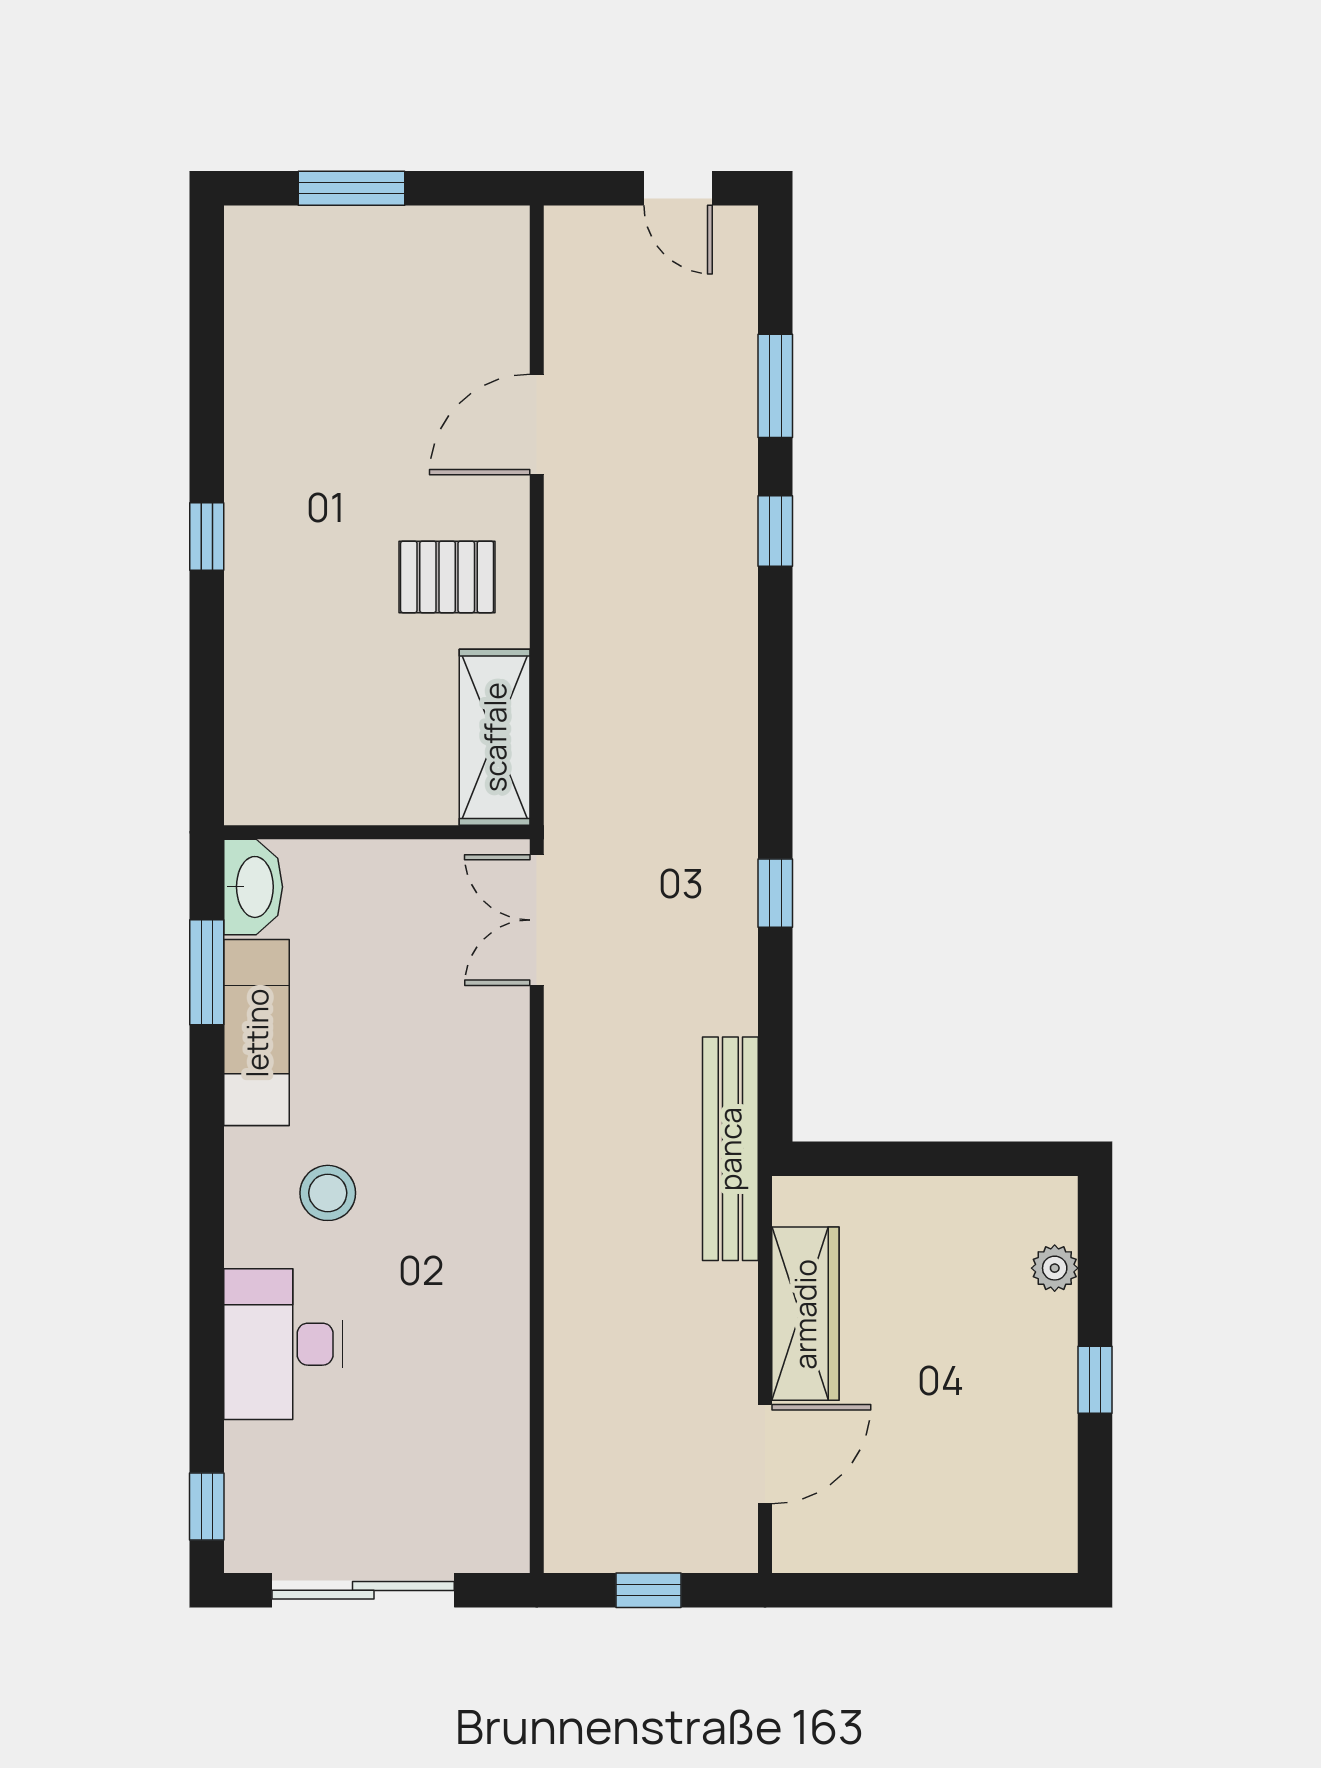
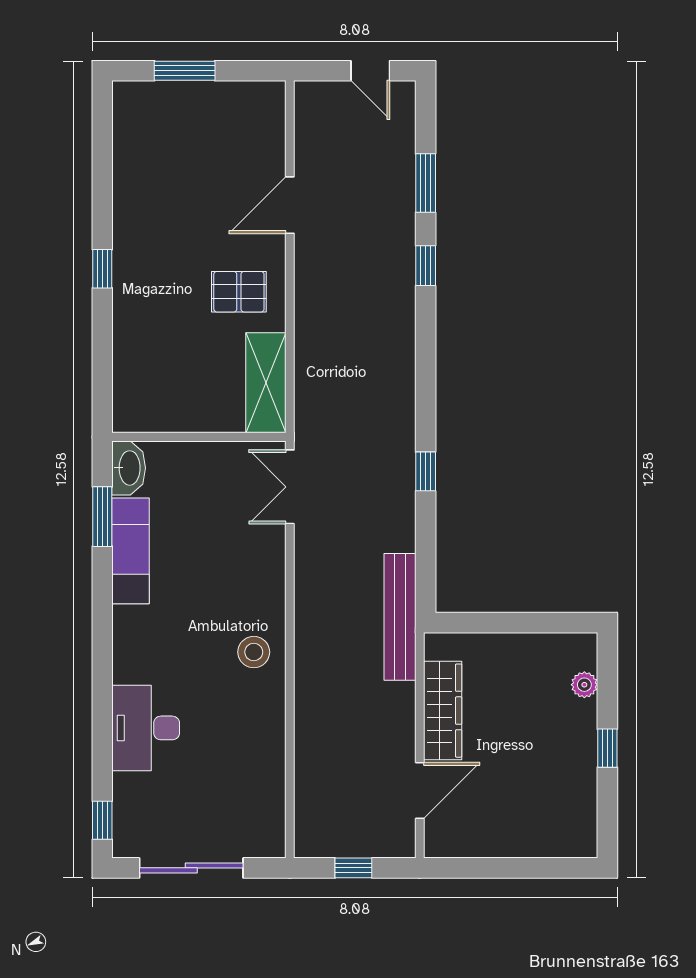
stool: (328, 1193) -> (254, 652), moved

